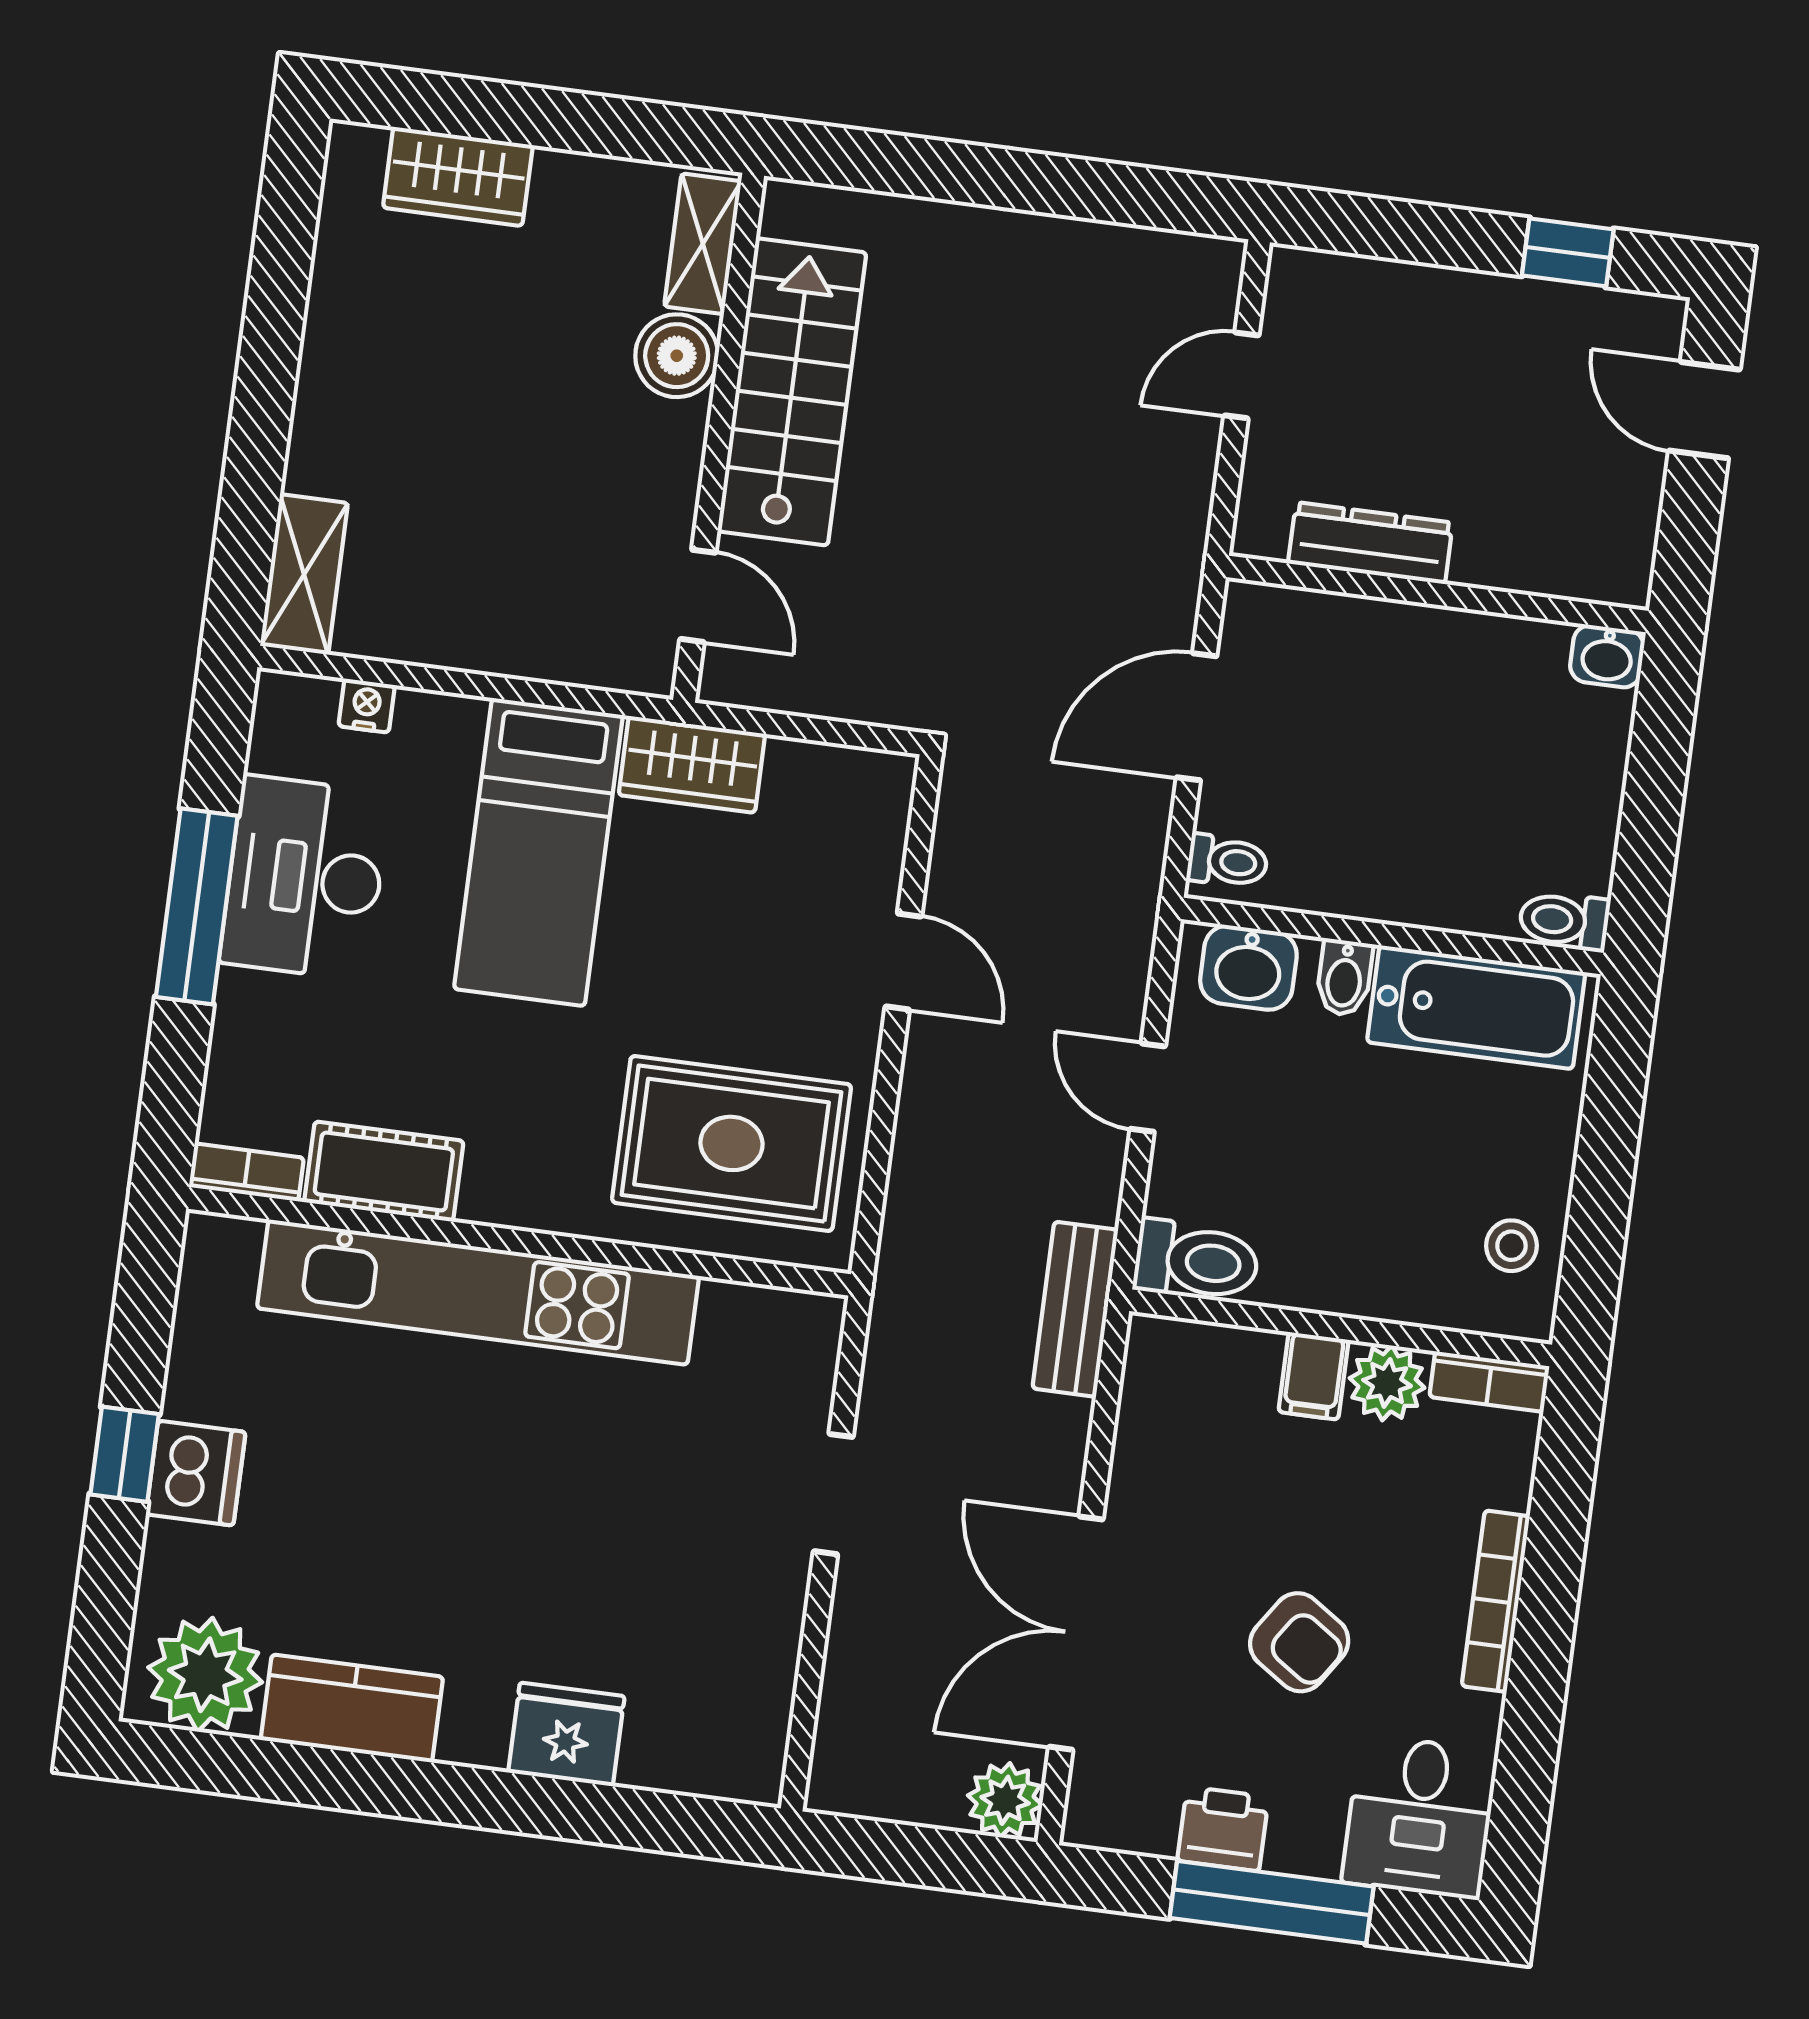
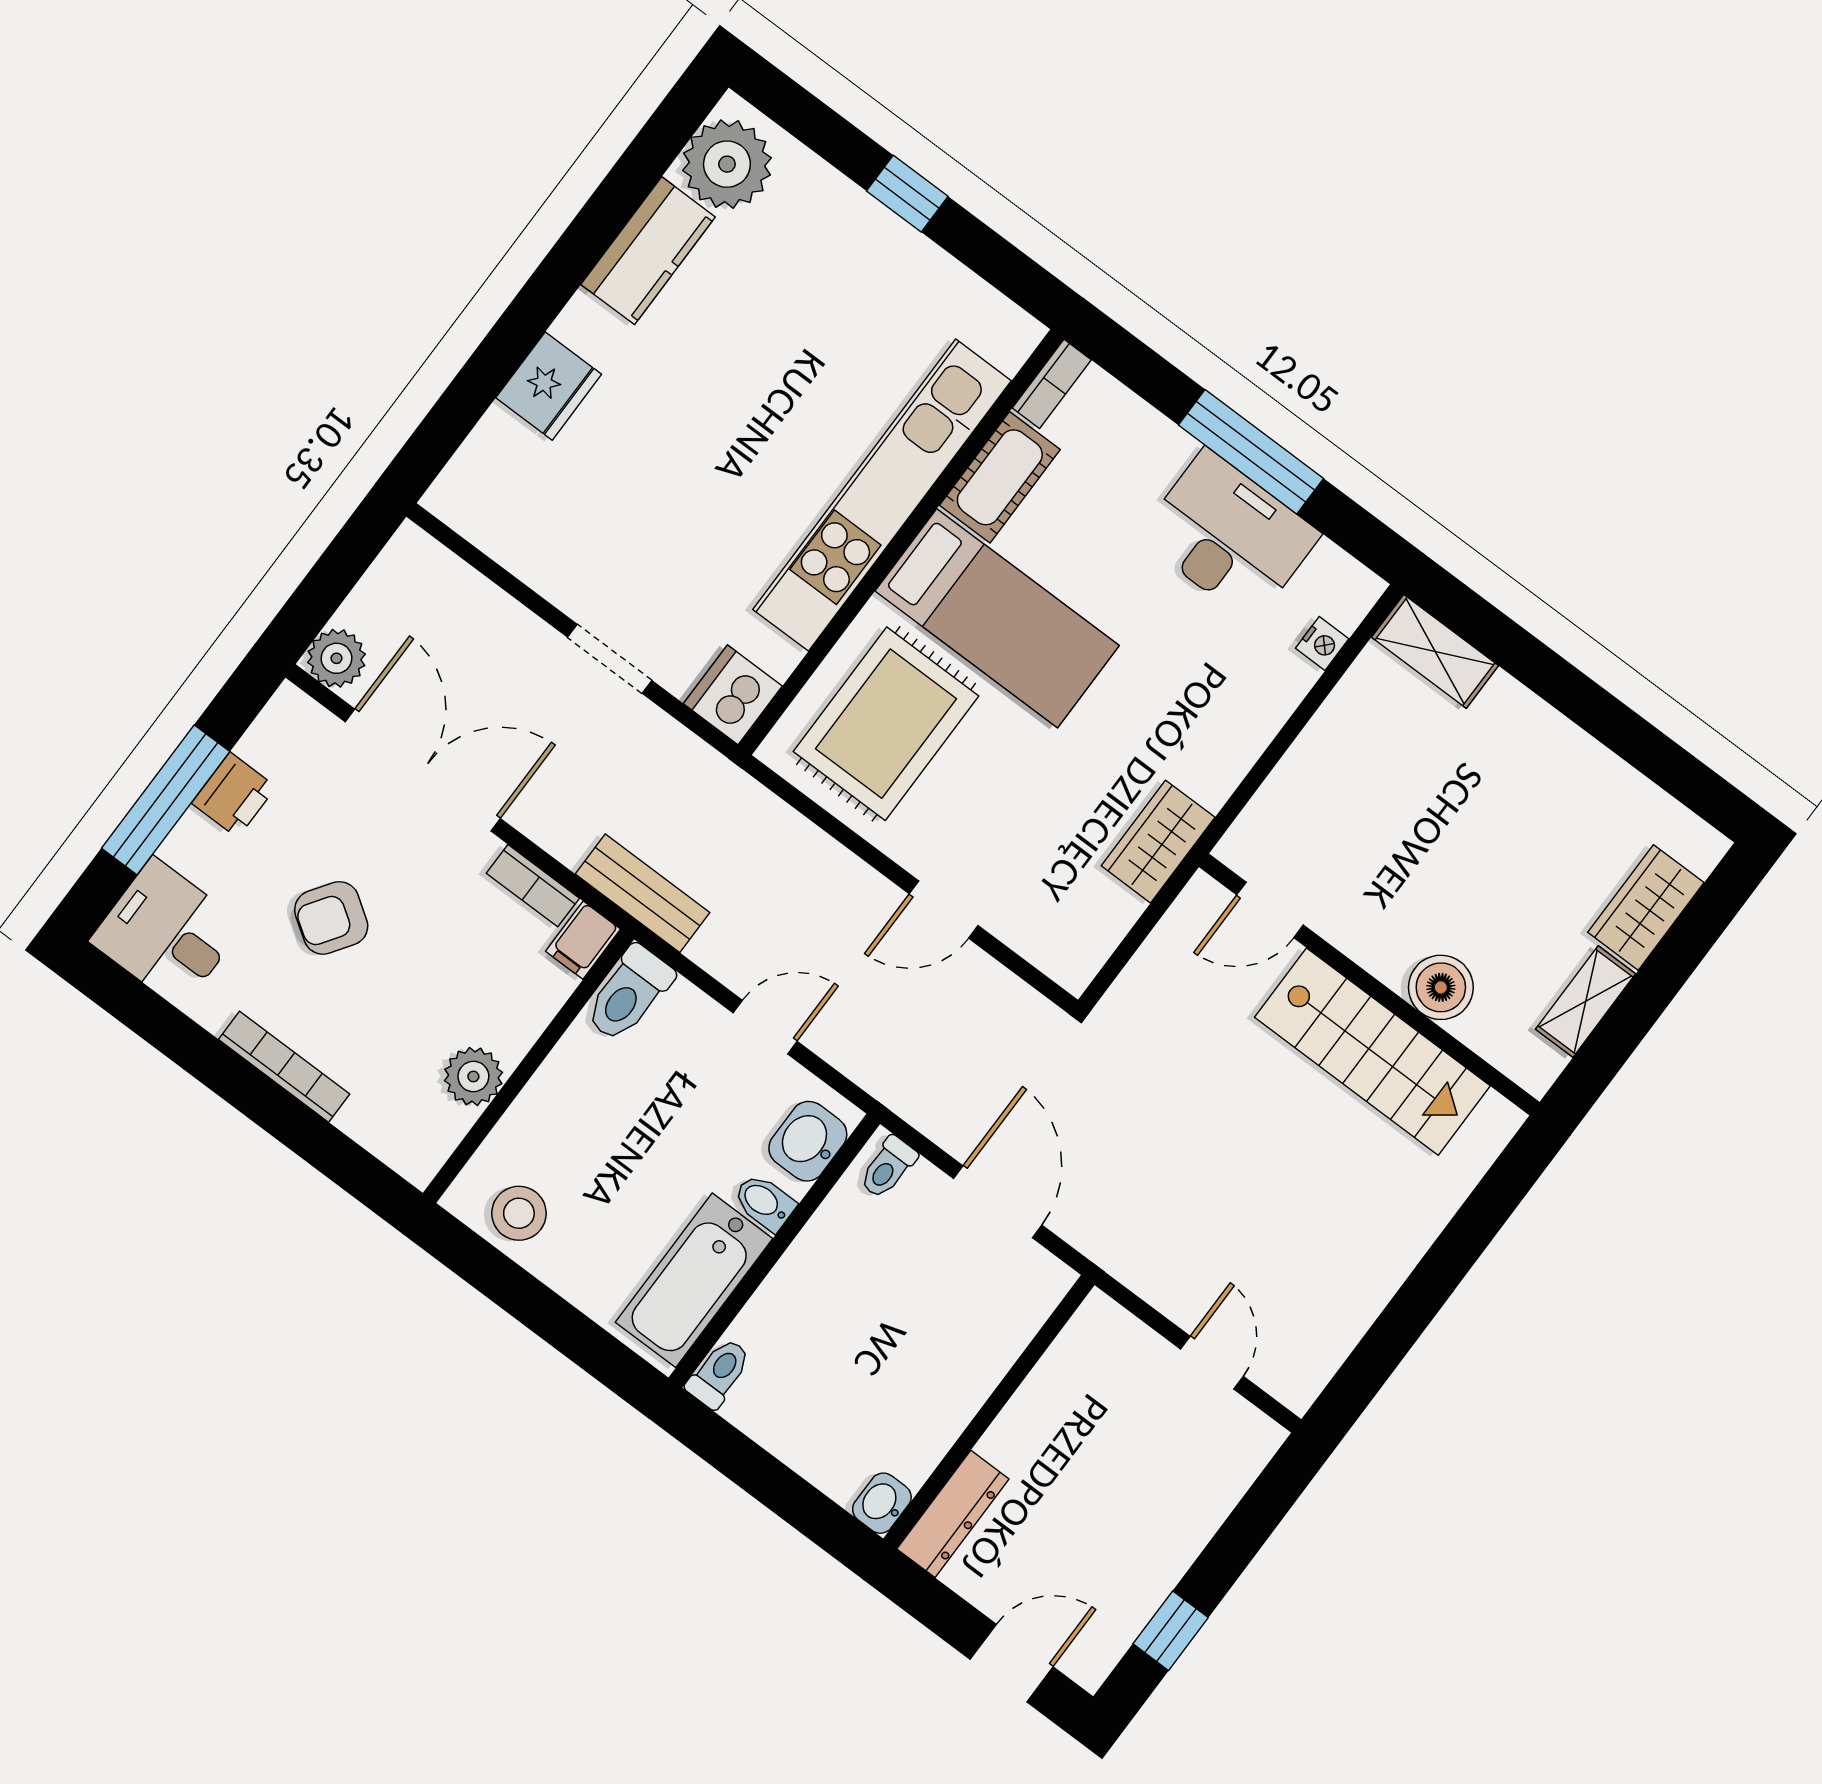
shelving: (703, 244) -> (1586, 1002), moved, turned 90
dresser: (1370, 543) -> (953, 1514), moved
bed: (538, 852) -> (997, 618), moved, turned 180
stool: (1511, 1246) -> (519, 1213), width x1.37, depth x1.37
filing cabinet: (1314, 1376) -> (583, 940), moved, turned -90
bookcase: (1489, 1382) -> (533, 886), moved, turned -90
dishwasher: (196, 1473) -> (733, 695), moved, turned 90

